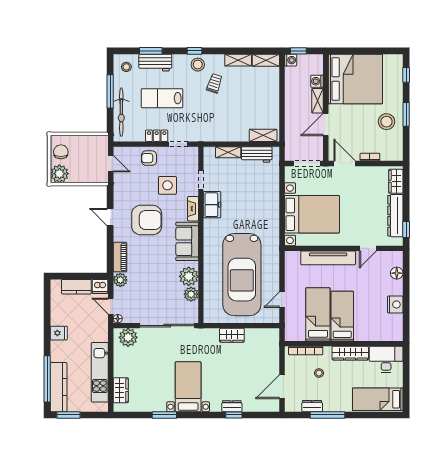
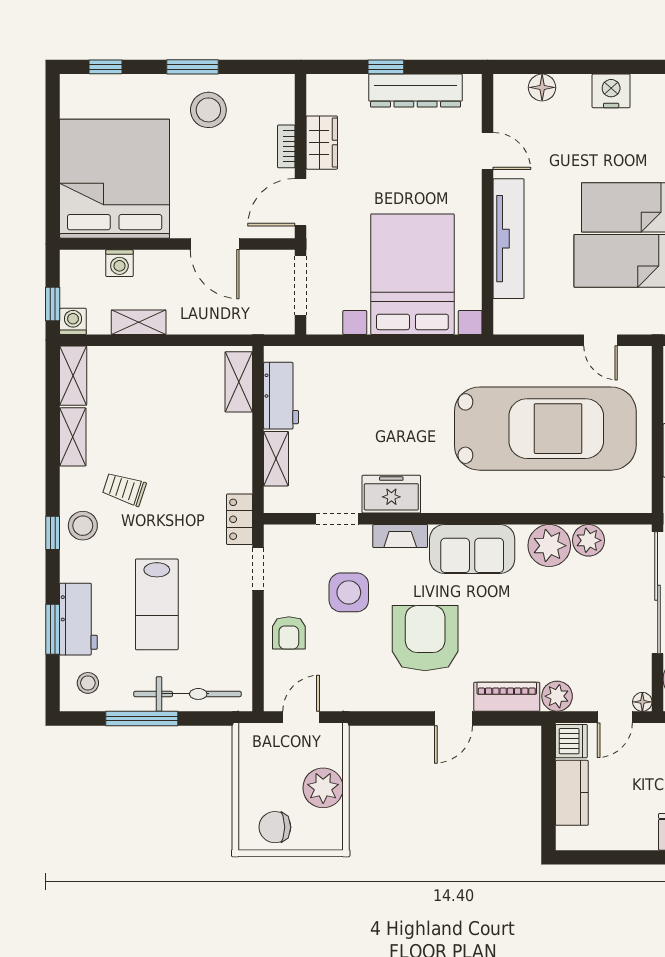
shelving: (318, 101) -> (139, 322), moved
locker: (157, 136) -> (240, 519), moved
plant: (59, 174) -> (323, 788), moved
wardrobe: (396, 181) -> (322, 143), moved, turned -90
door: (110, 217) -> (454, 719), moved
window: (406, 230) -> (386, 67), moved

